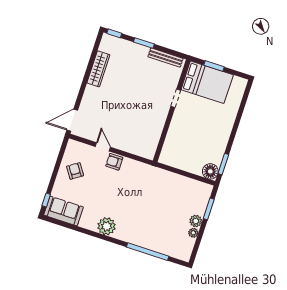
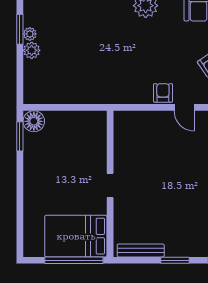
window: (214, 66) -> (74, 260), width x2.11
doorway: (176, 98) -> (110, 186), moved
armchair: (114, 162) -> (163, 93), turned -90
window: (209, 209) -> (20, 29), moved

